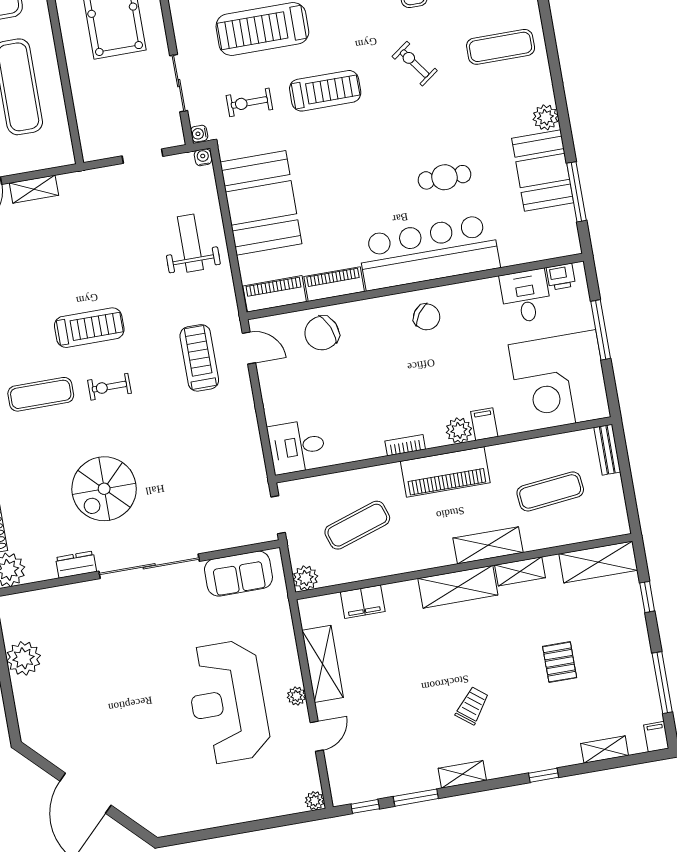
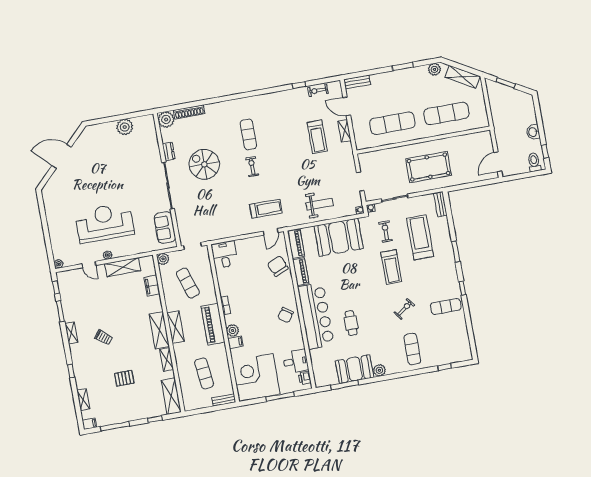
treadmill: (89, 328) -> (317, 137), moved
shelving: (488, 545) -> (176, 327), moved

